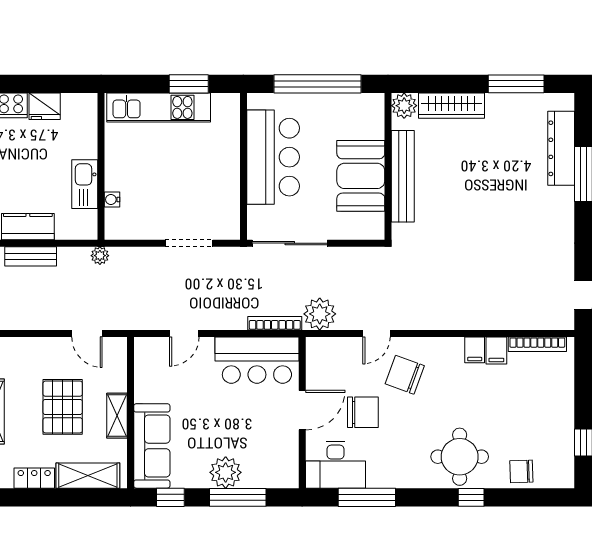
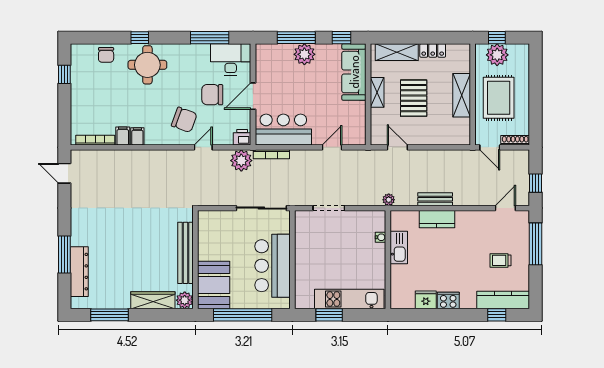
booth: (361, 176) -> (214, 285), moved
printer: (318, 349) -> (242, 137), added
chair: (521, 471) -> (106, 55), turned 92

